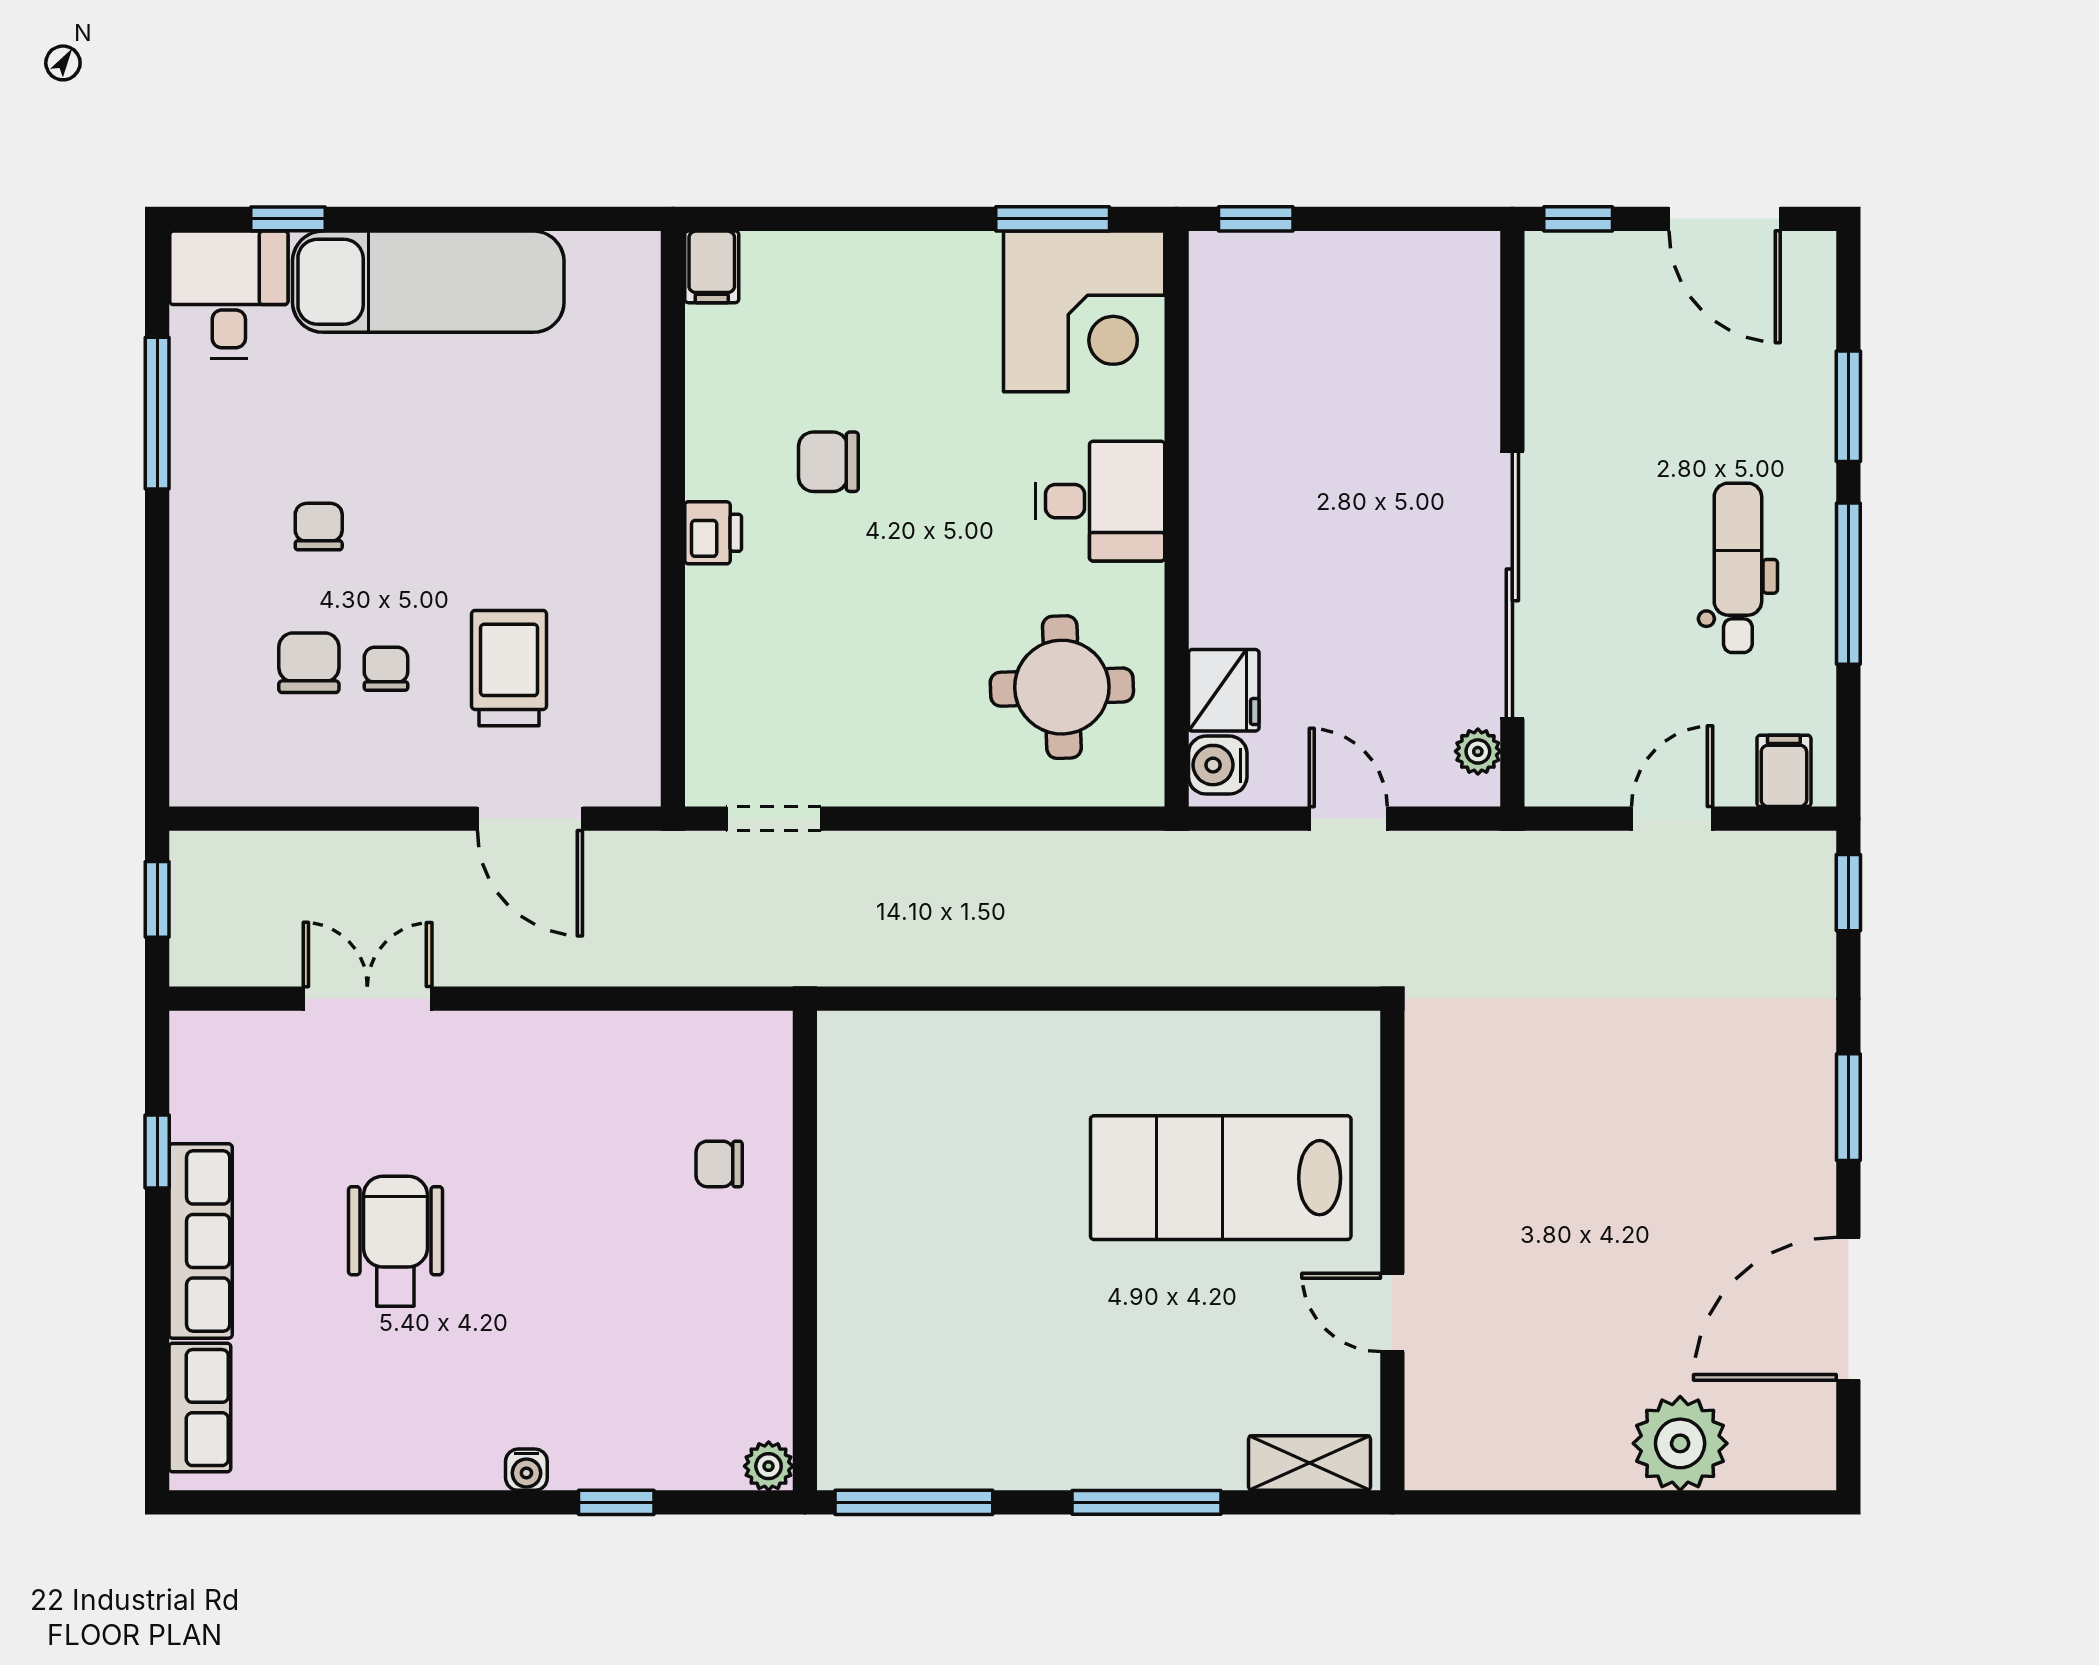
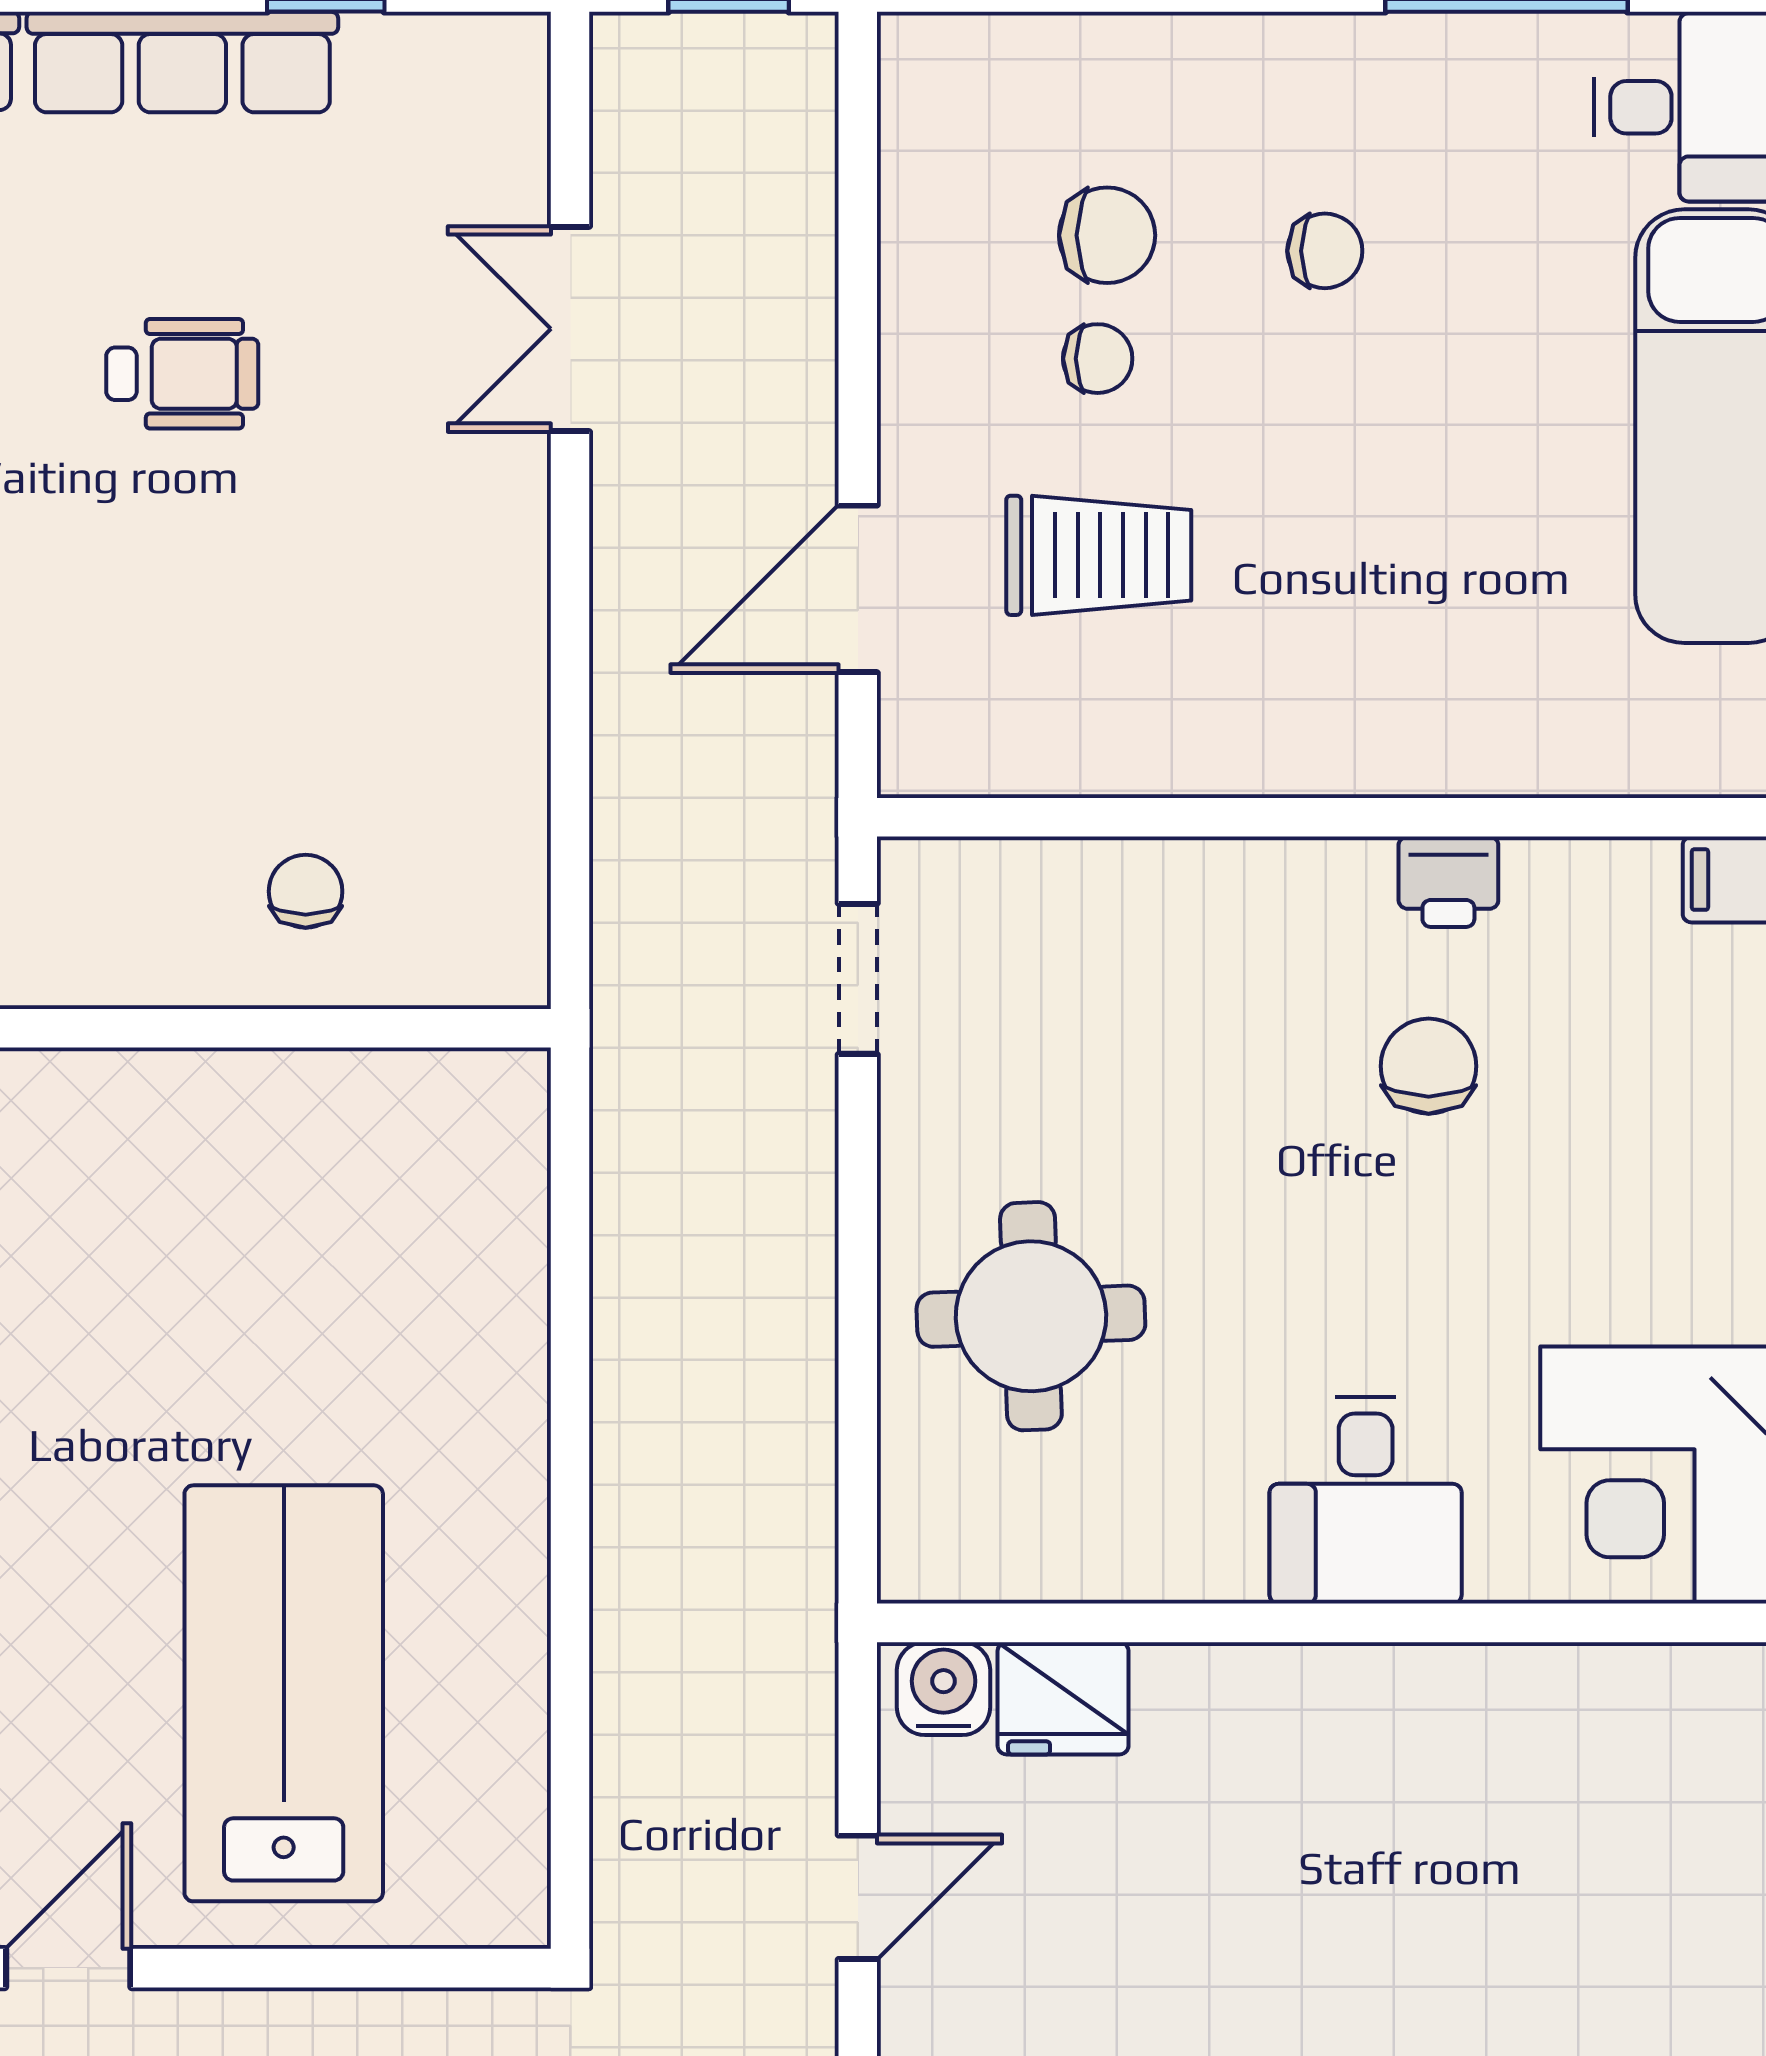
printer: (713, 533) -> (1448, 882), moved
round table: (1062, 687) -> (1031, 1316), moved
double door: (367, 999) -> (570, 329), swing flipped
wheelchair: (395, 1241) -> (182, 374), width x0.73, depth x0.73

